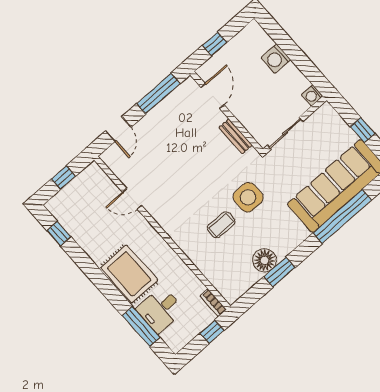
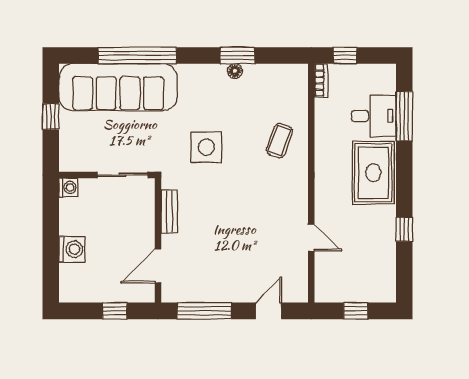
coffee table: (221, 225) -> (280, 141), moved, turned -70
window: (59, 234) -> (404, 229), moved
floor lamp: (265, 260) -> (235, 71), width x0.53, depth x0.53

